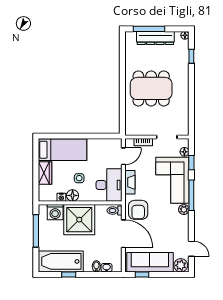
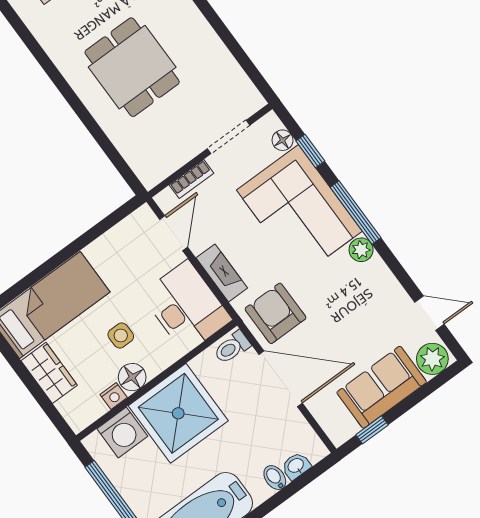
dining table: (151, 88) -> (132, 67), width x0.73
armchair: (138, 210) -> (276, 313), turned 180
sofa: (150, 262) -> (382, 387), width x0.73

